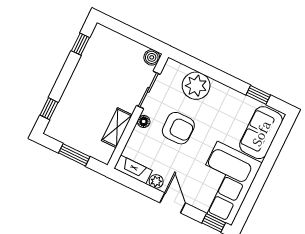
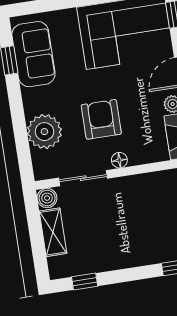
shelving: (117, 128) -> (53, 232), moved, turned 90
sofa: (261, 133) -> (33, 54), moved, turned -90

